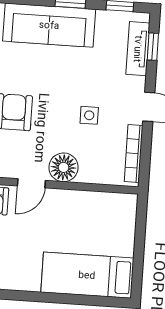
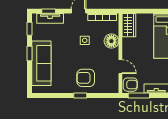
floor lamp: (64, 167) -> (111, 41), moved
wardrobe: (114, 206) -> (129, 25), added

